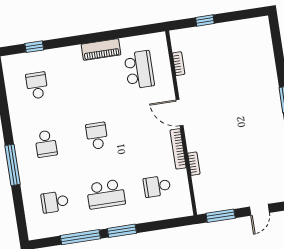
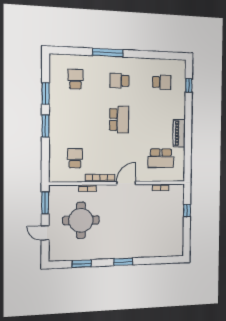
school desk: (97, 136) -> (119, 120), width x1.85
round table: (237, 166) -> (81, 220), added
school desk: (106, 194) -> (75, 119), removed
window: (80, 237) -> (46, 94), width x0.69

